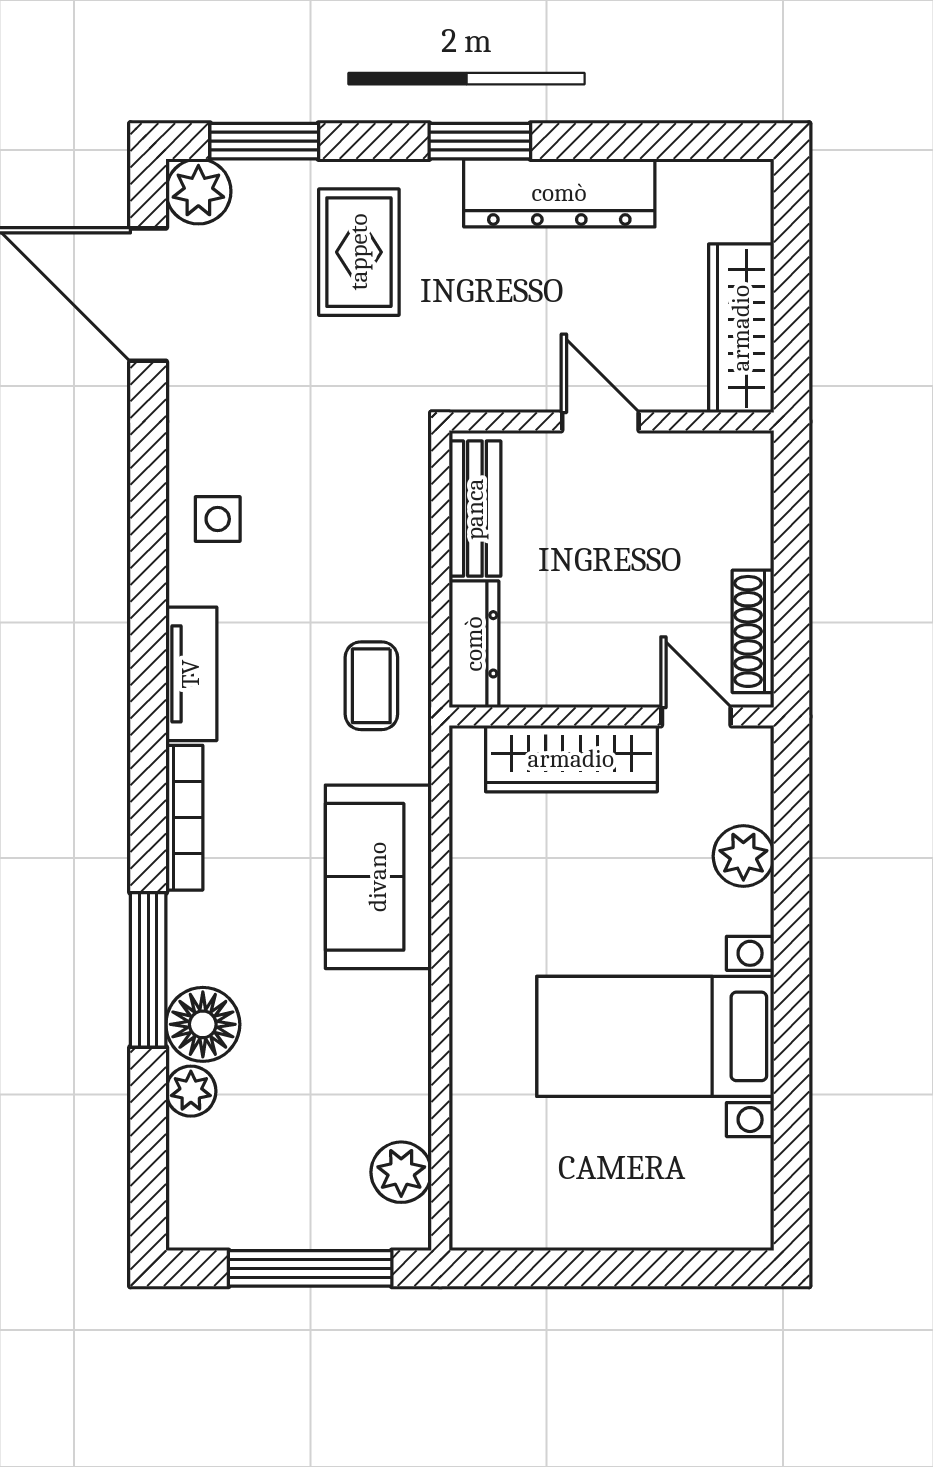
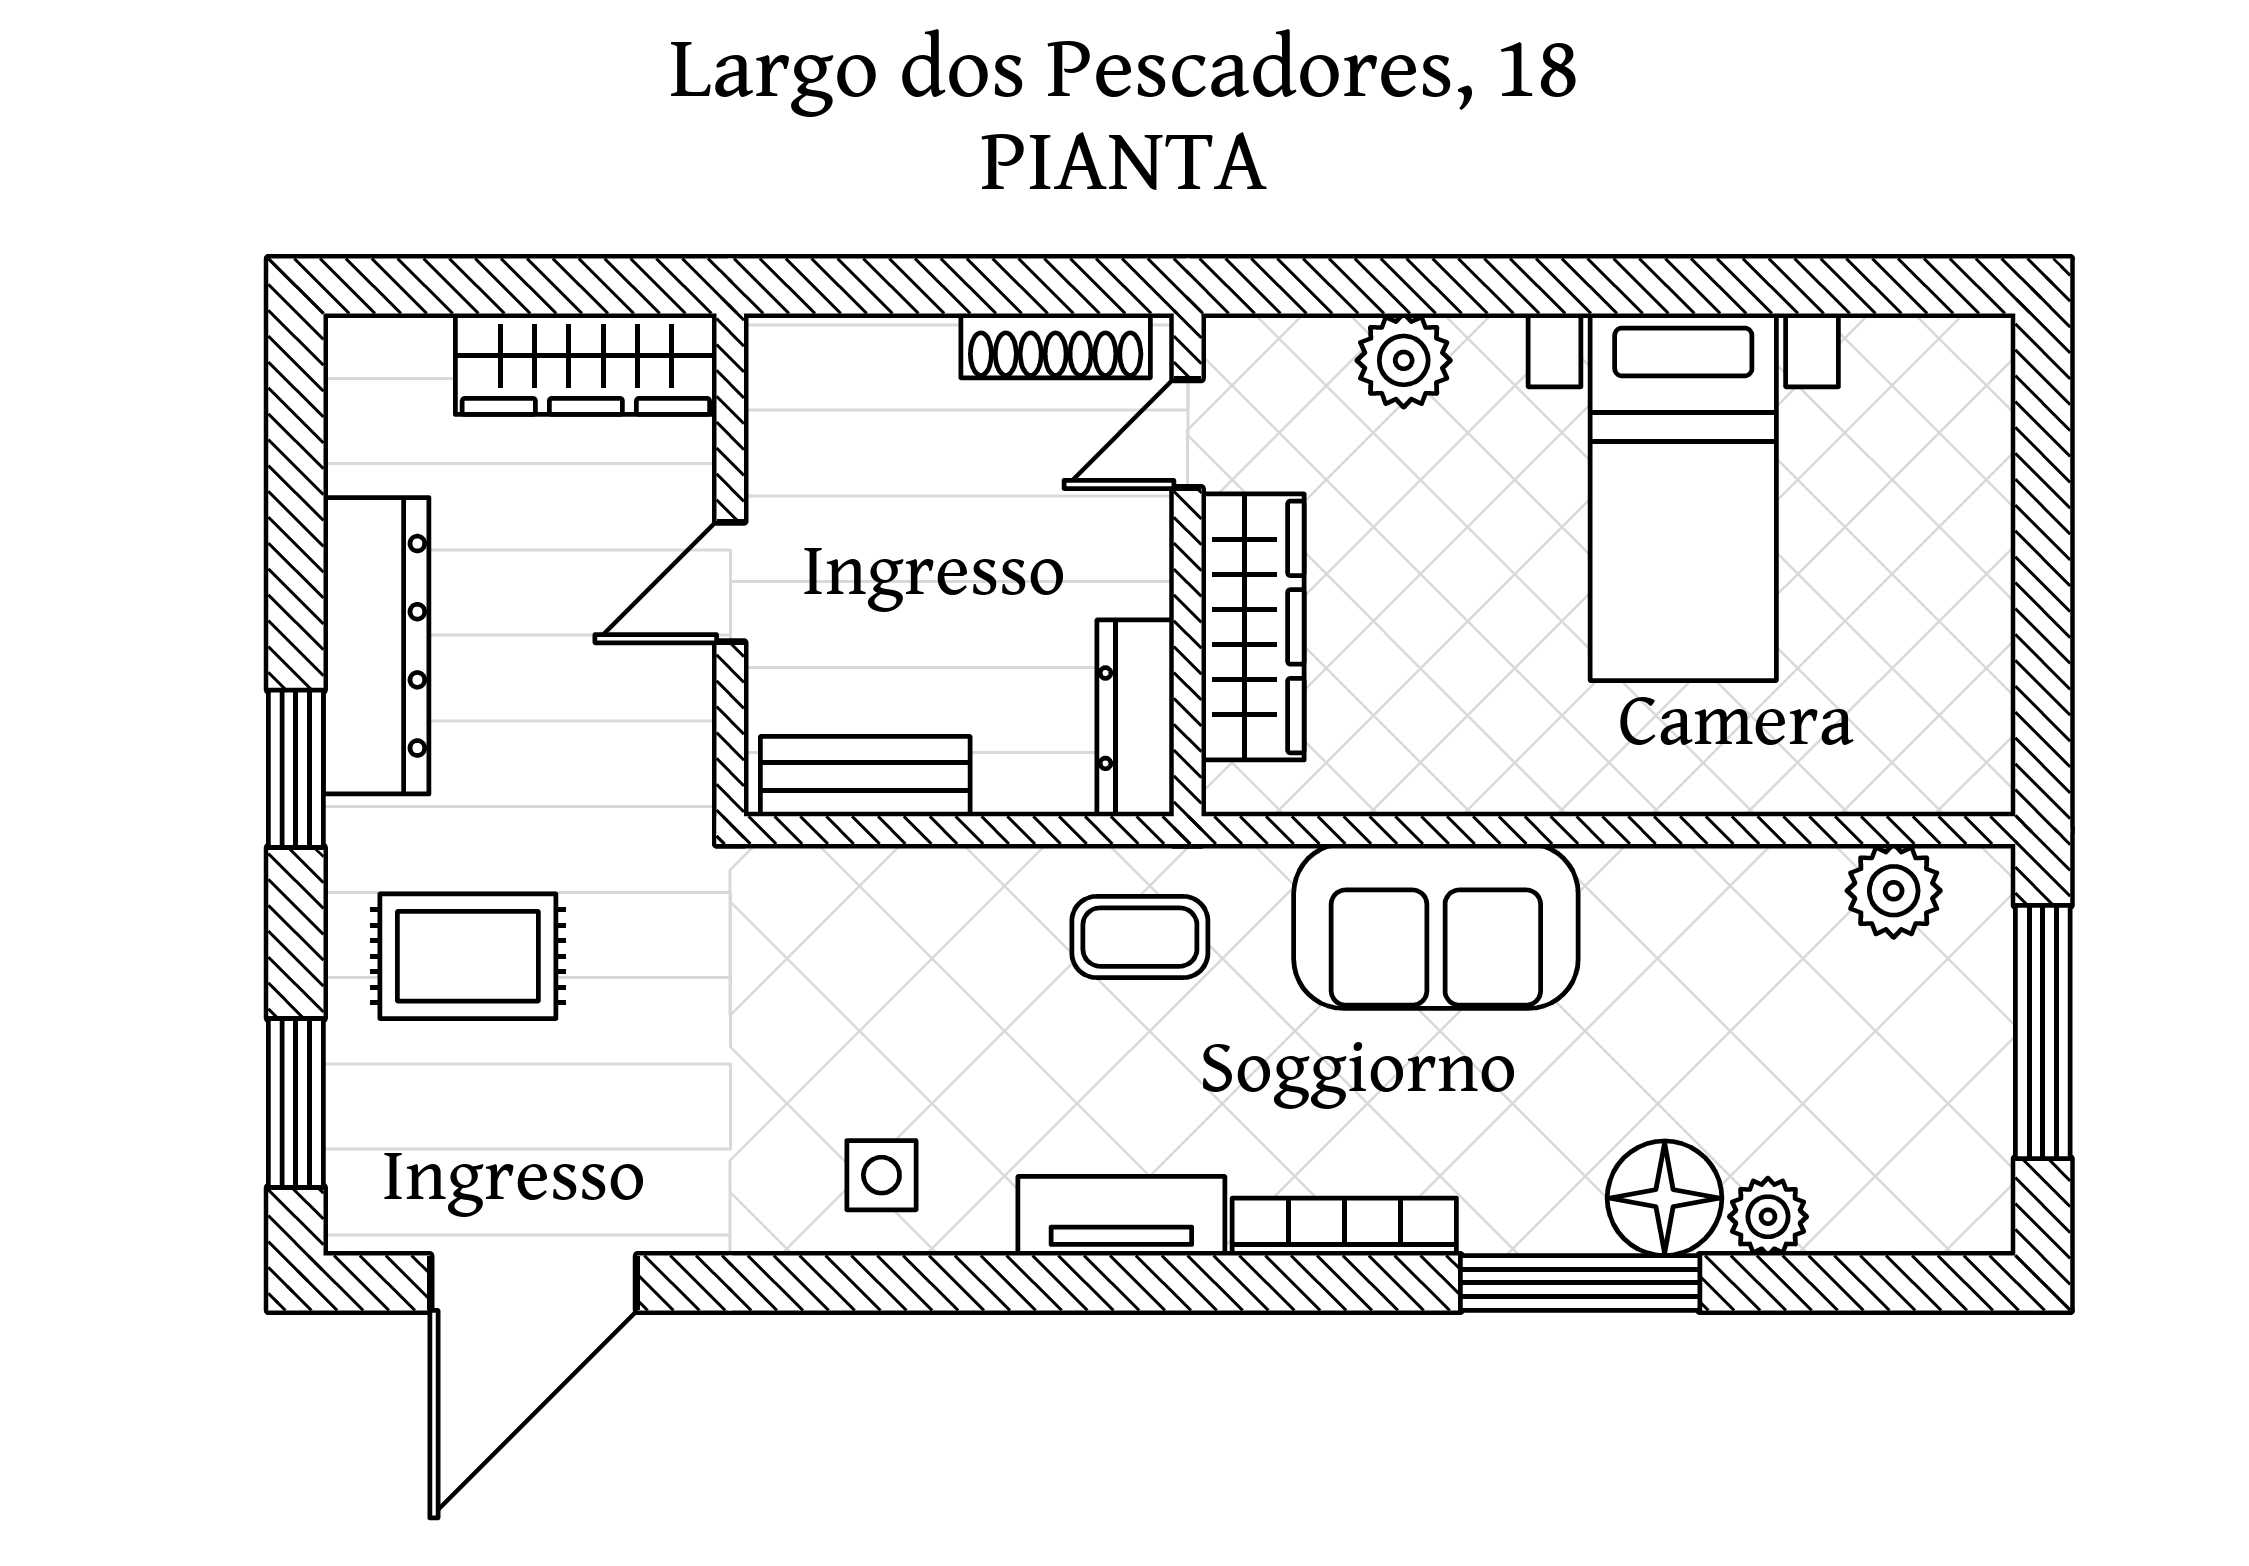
plant: (198, 191) -> (374, 1205), removed
dresser: (474, 644) -> (1135, 718), moved, turned -90

